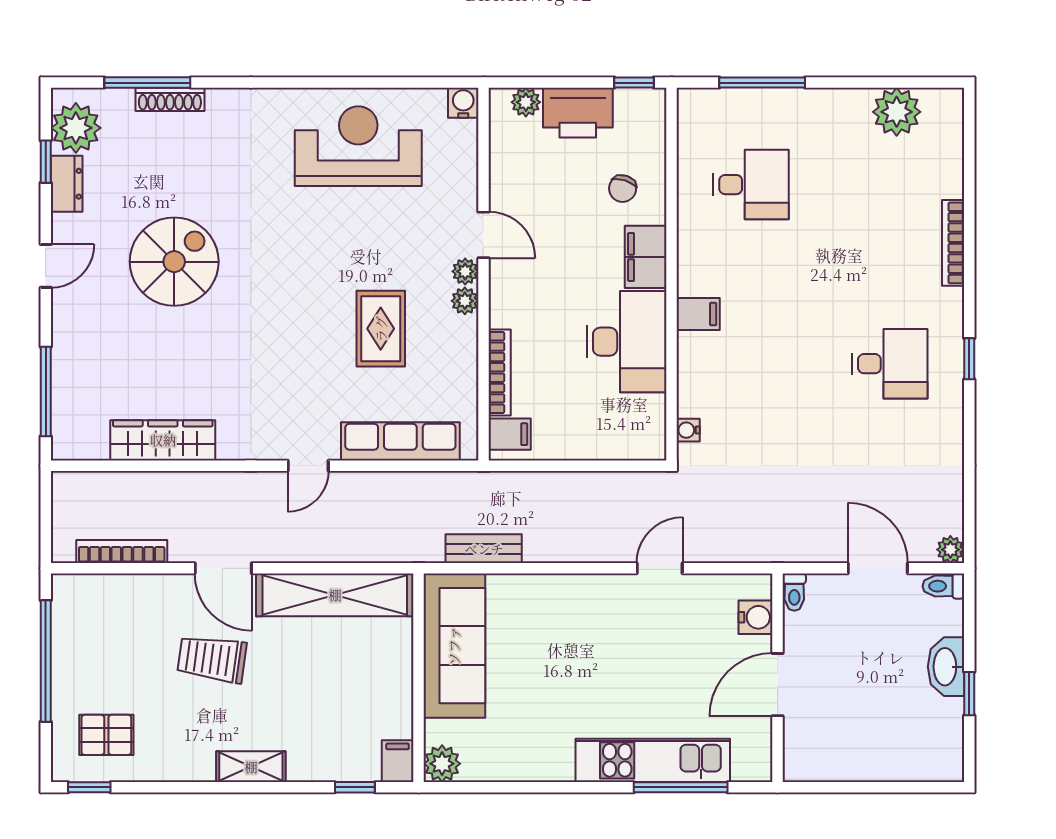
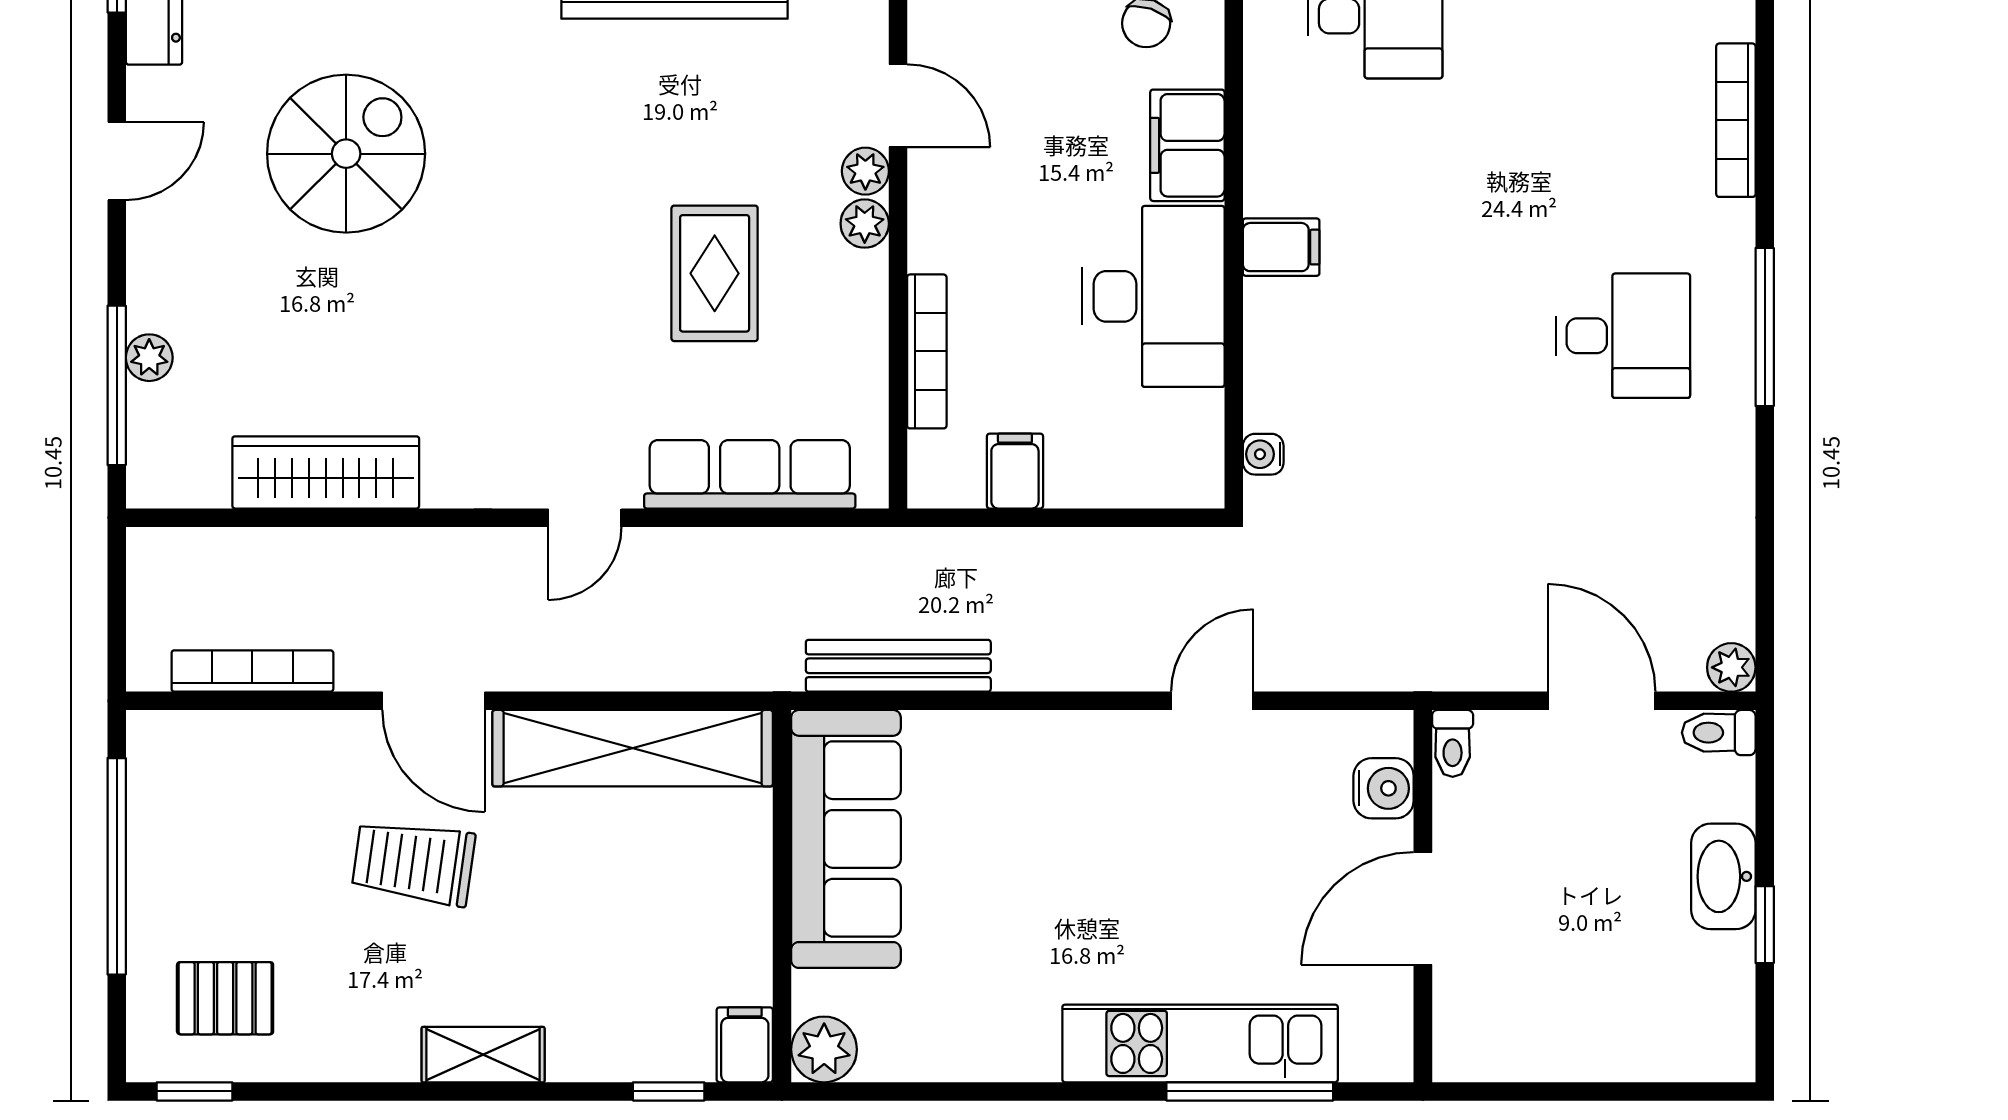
window: (969, 359) -> (1765, 327), width x2.17
plant: (64, 376) -> (149, 358), added
filing cabinet: (510, 434) -> (1015, 471), moved, turned -90
bench: (484, 549) -> (898, 666), width x1.36

